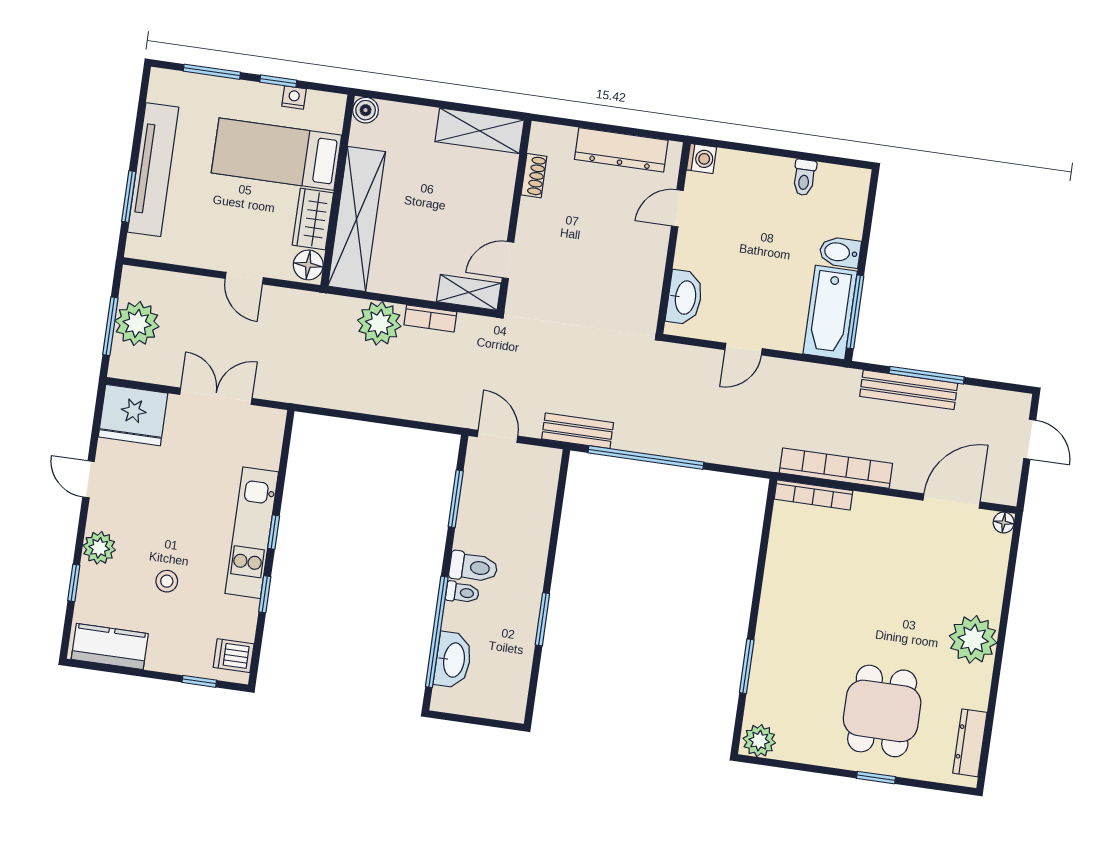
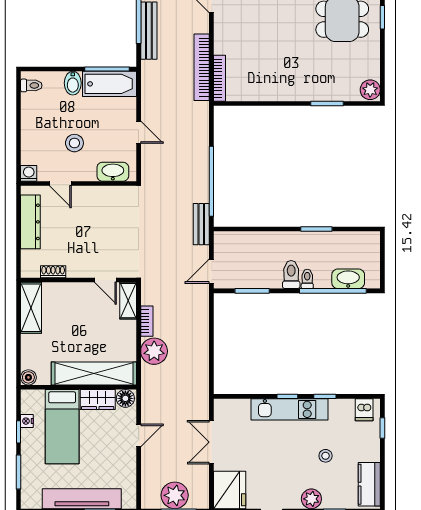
toilet: (804, 177) -> (31, 85), moved
stool: (741, 241) -> (74, 143), added

